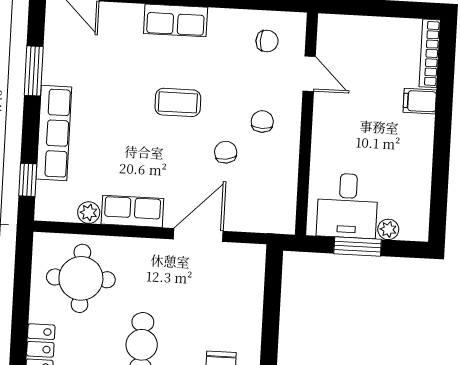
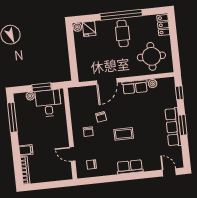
window: (34, 71) -> (183, 125), moved
row of seats: (54, 133) -> (173, 127), moved
window: (440, 185) -> (12, 117), added

